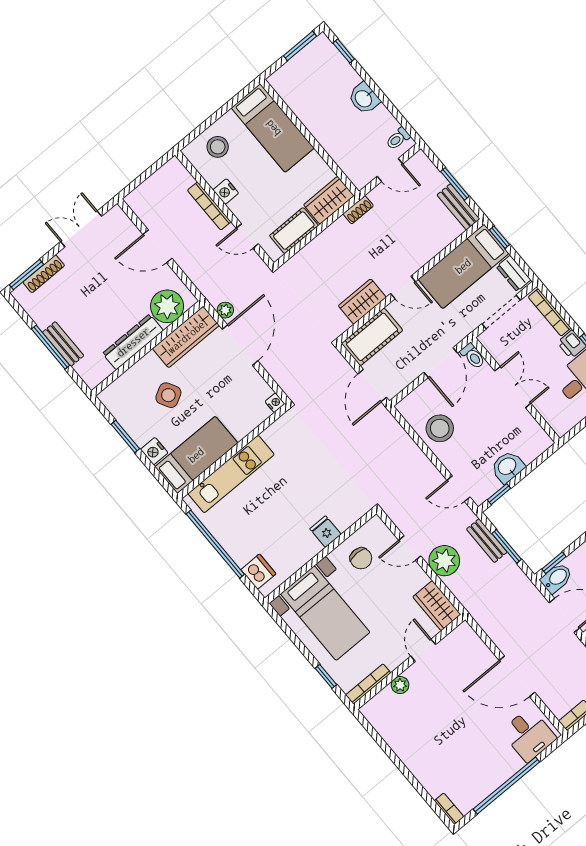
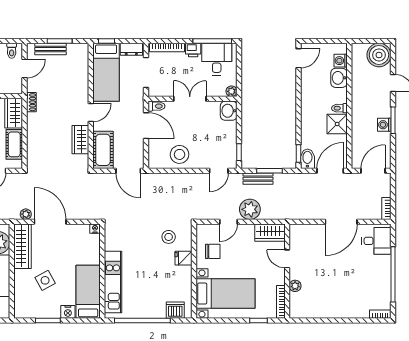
bench: (458, 207) -> (51, 49), moved
plant: (561, 428) -> (232, 91), added
washbasin: (508, 467) -> (229, 111), moved
stool: (335, 494) -> (169, 237), added

